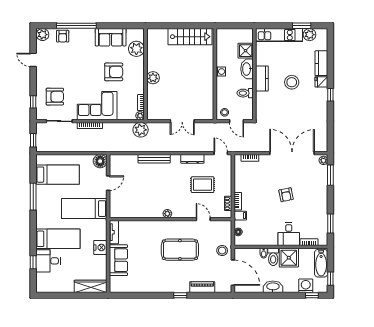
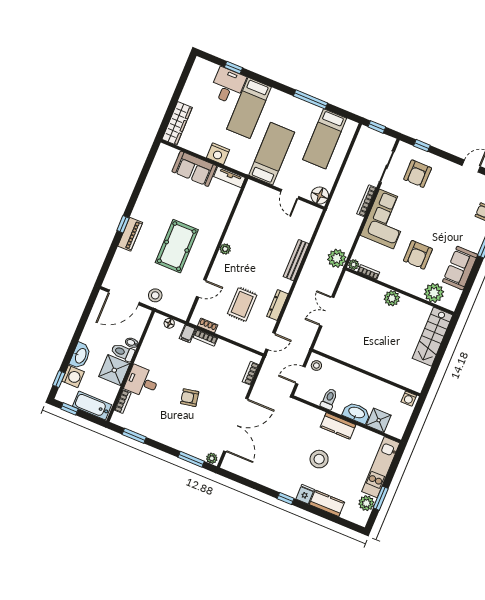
stairs: (190, 37) -> (433, 337), moved
washing machine: (221, 72) -> (409, 399), moved
piano: (202, 287) -> (130, 234), moved
washbasin: (273, 287) -> (80, 356), moved

